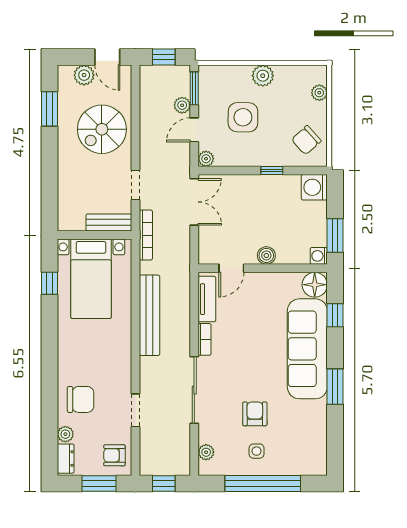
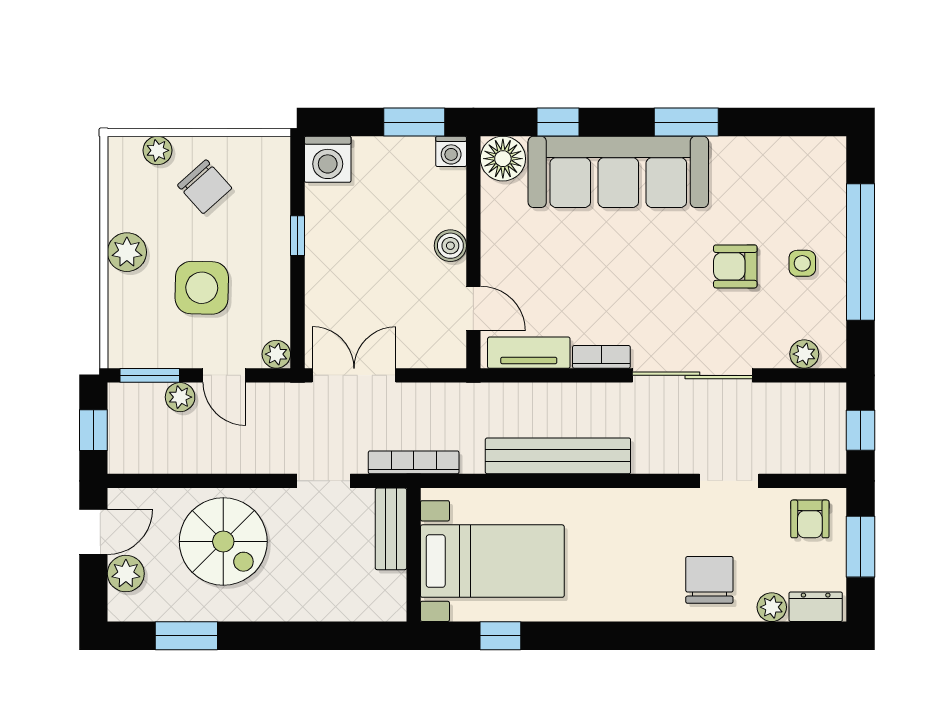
chair: (306, 140) -> (205, 187), moved

